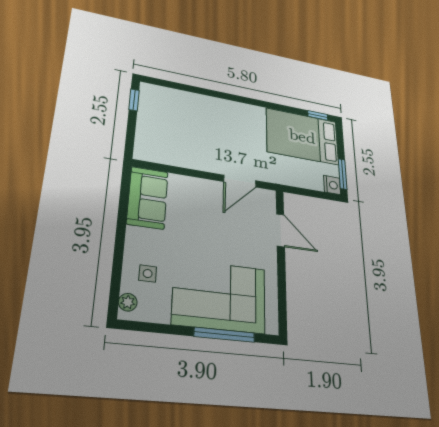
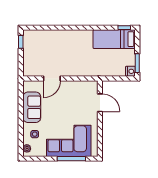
bed: (302, 136) -> (114, 39), width x0.67
door: (240, 181) -> (52, 79), moved
sofa: (148, 198) -> (32, 107), moved

